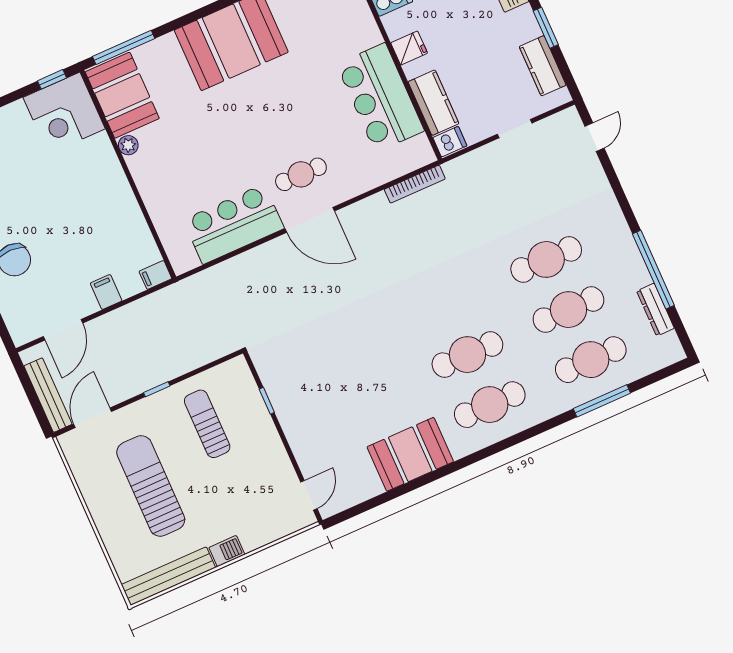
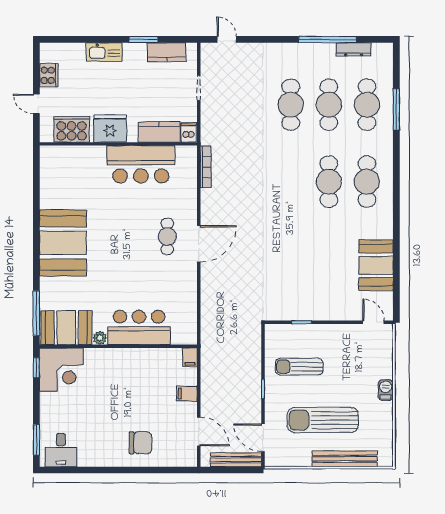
fridge: (409, 48) -> (110, 129), width x1.88, depth x1.34
bar counter: (234, 224) -> (139, 327), moved, turned 90
booth: (410, 454) -> (376, 265), moved
bench: (168, 576) -> (345, 459), moved, turned 90

